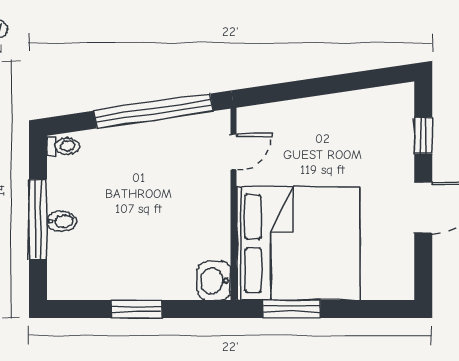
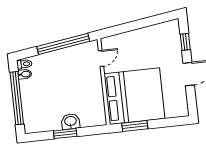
window: (38, 219) -> (17, 98), width x1.46
bidet: (62, 221) -> (25, 74), moved
washbasin: (214, 281) -> (70, 121), moved, turned 90

